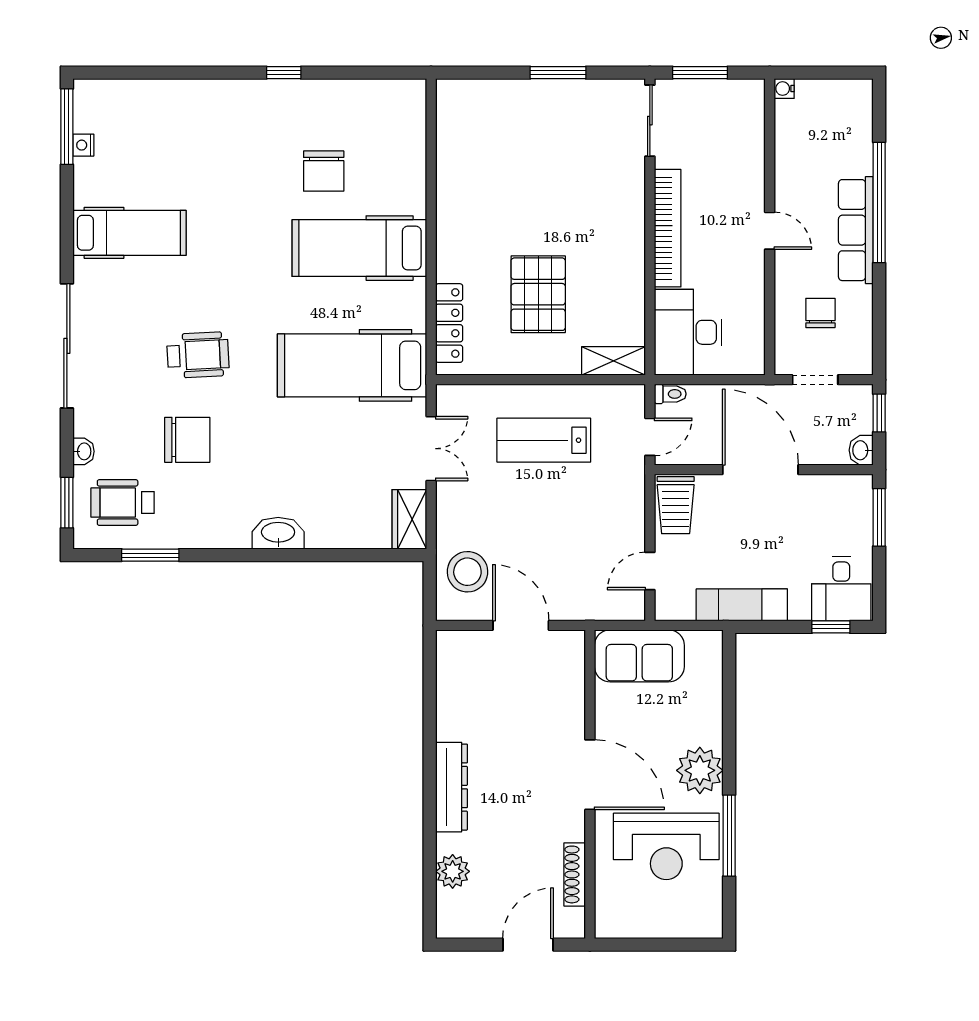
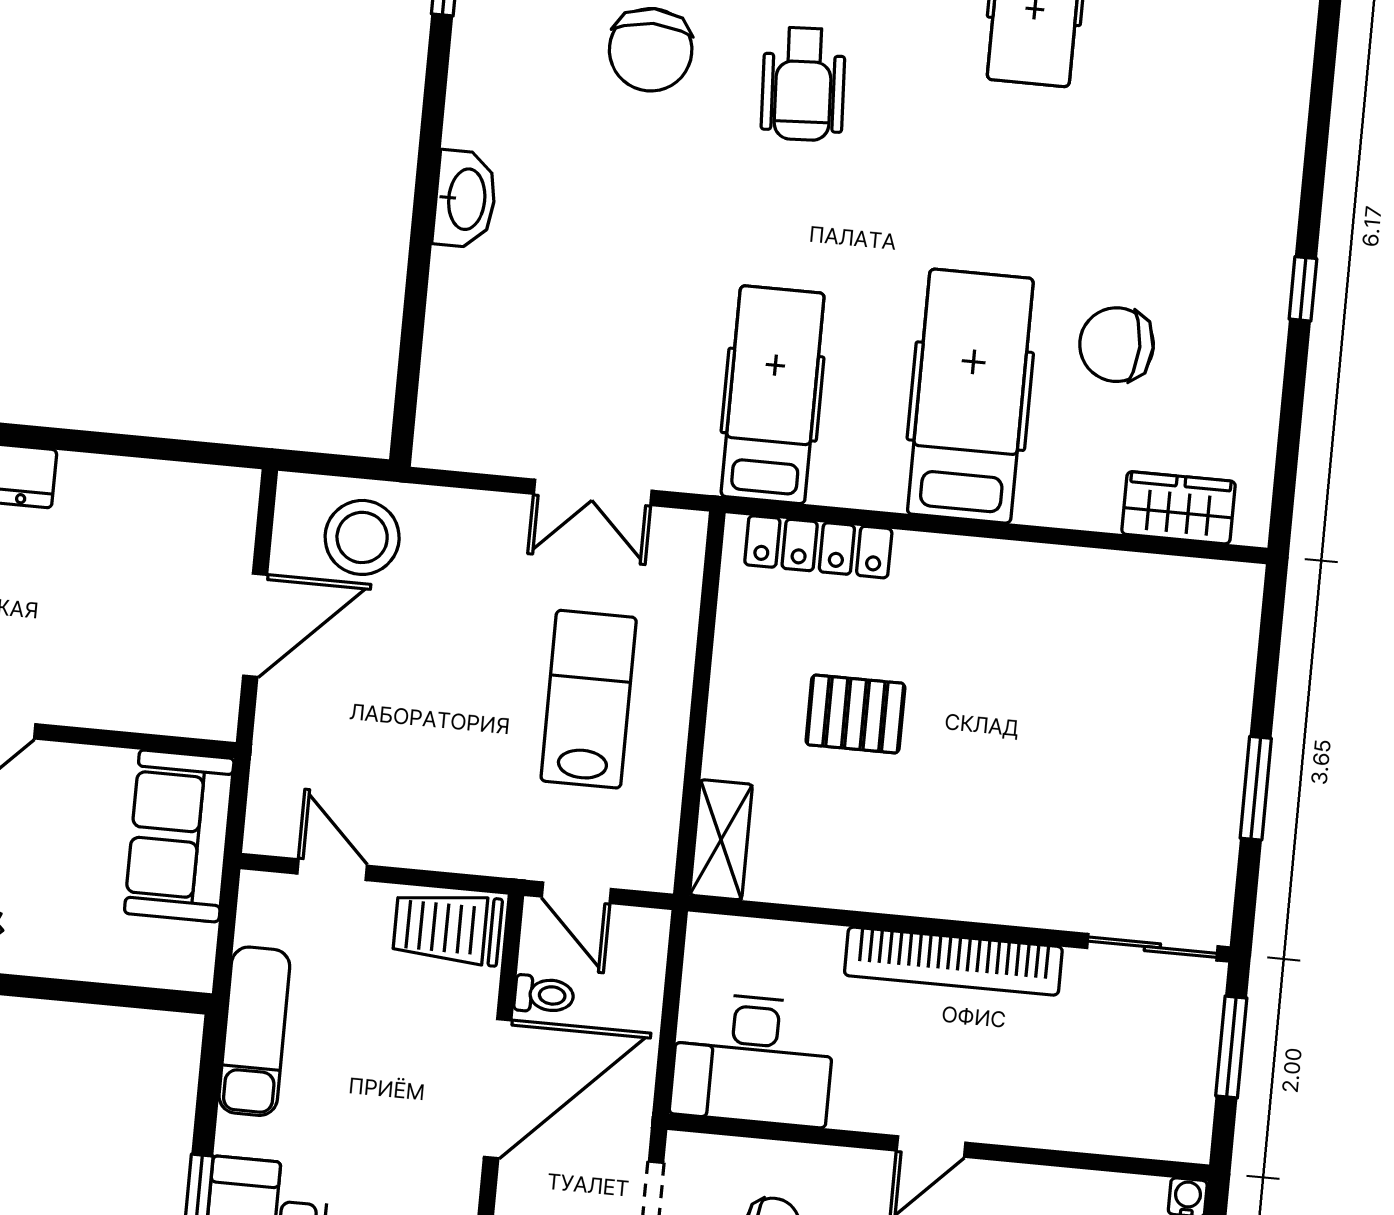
pallet: (538, 294) -> (855, 714), width x0.67, depth x0.71
desk: (688, 332) -> (753, 1059), moved, turned 180
hospital bed: (352, 365) -> (773, 395), width x0.73, depth x0.78
toilet: (670, 394) -> (544, 995), moved, turned -90
wardrobe: (409, 519) -> (1179, 508), moved

